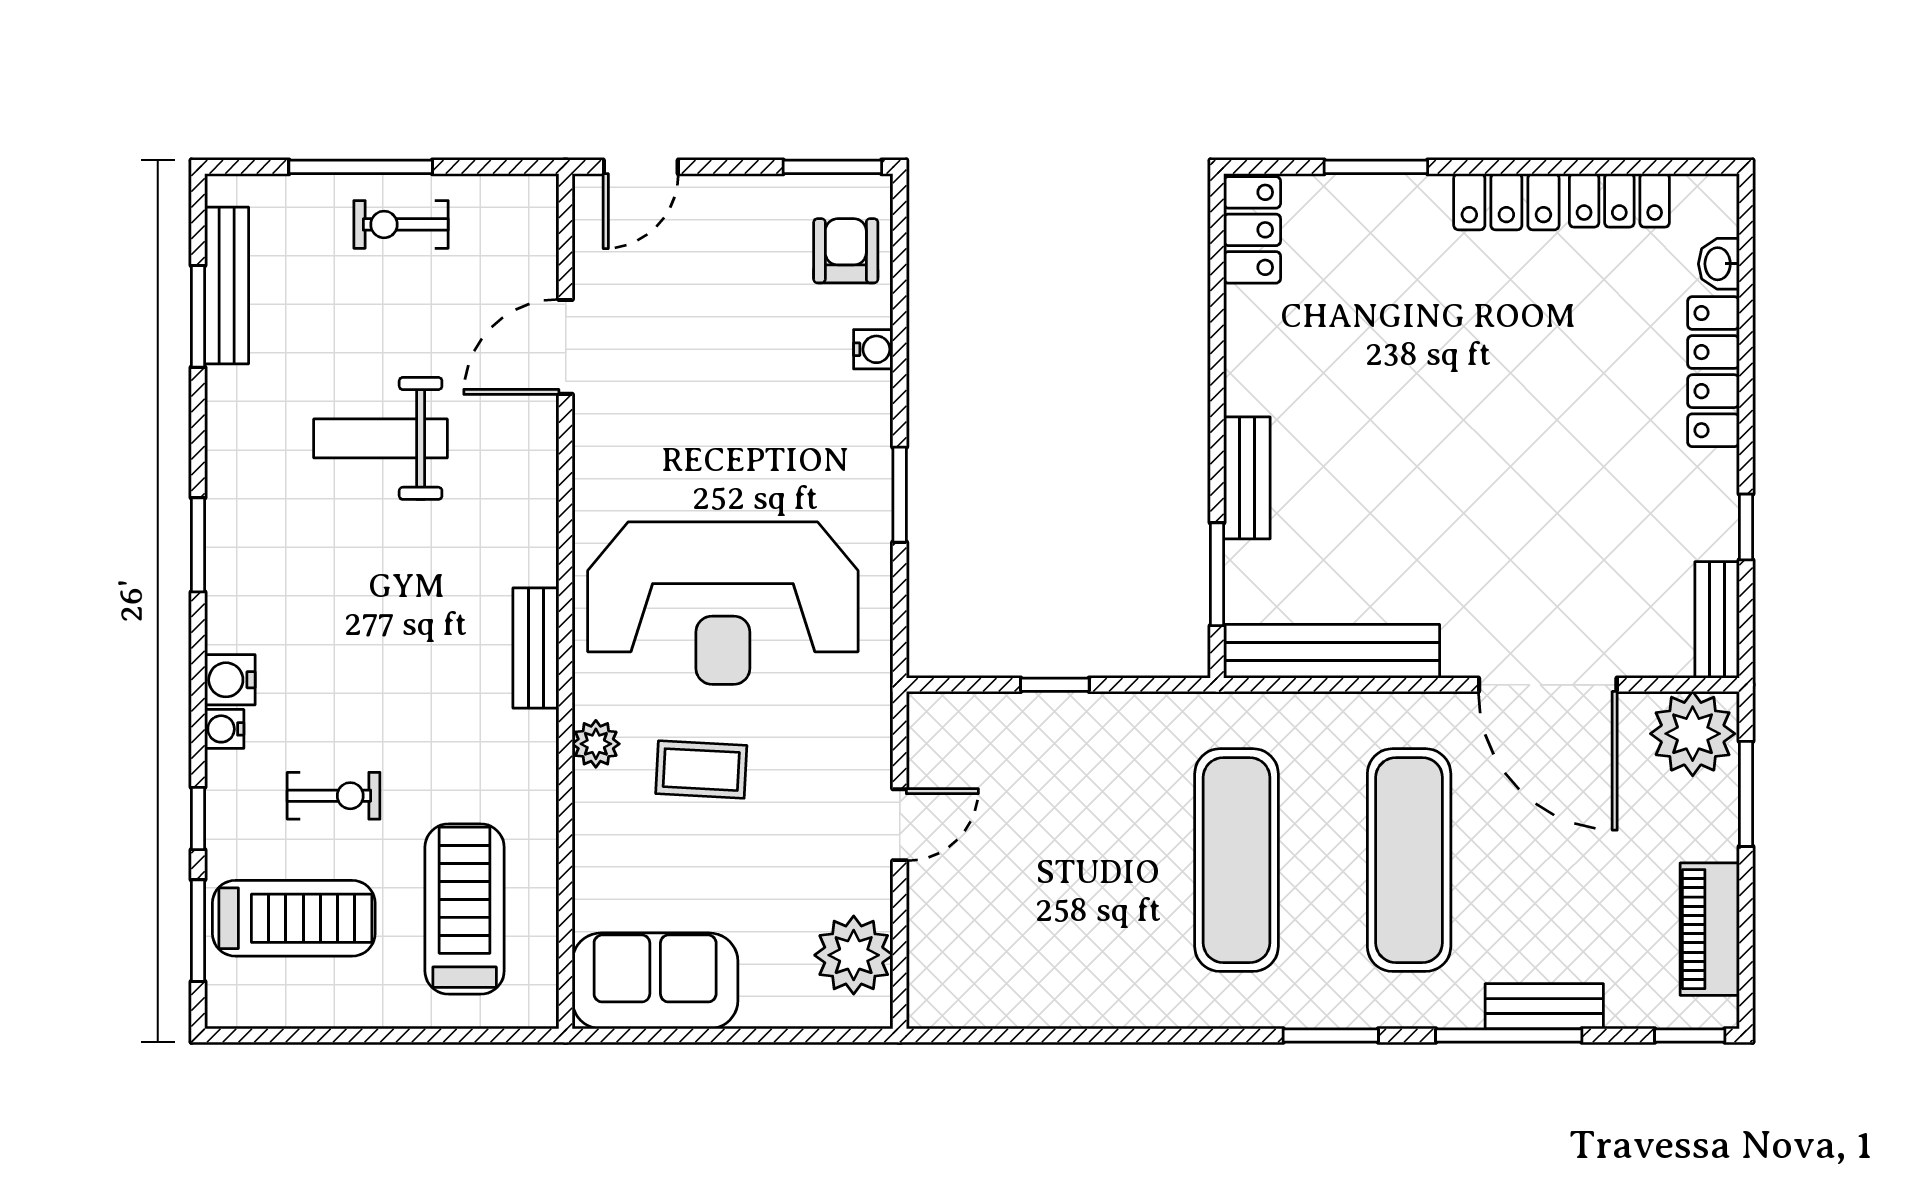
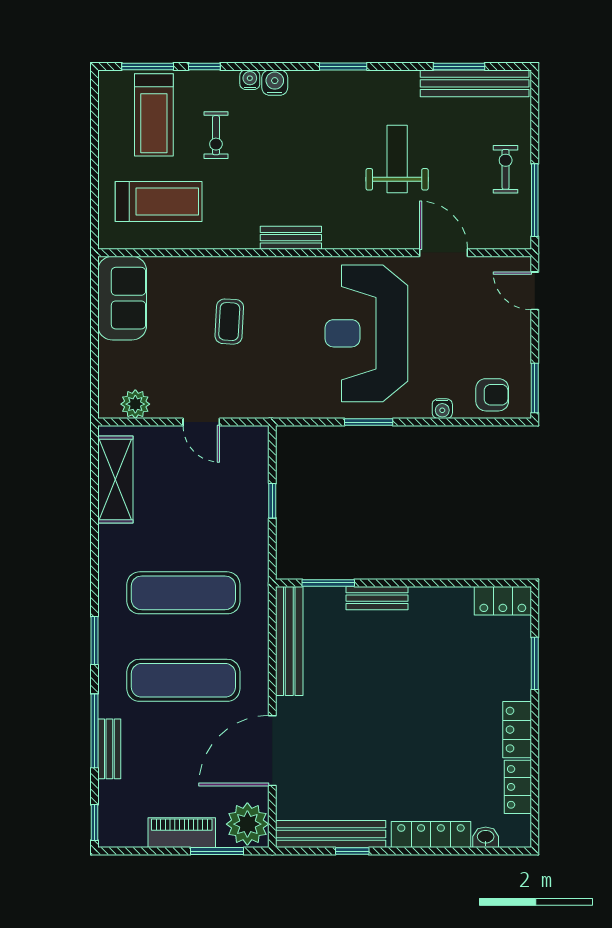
window: (361, 167) -> (535, 200), moved
bench: (227, 286) -> (475, 83), width x1.37, depth x1.21
reception desk: (723, 603) -> (366, 333), moved
bench: (1717, 620) -> (331, 834), width x1.86, depth x1.21
plant: (596, 744) -> (242, 268), removed
piano: (1710, 929) -> (182, 833), moved
plant: (854, 955) -> (135, 404), width x0.73, depth x0.73
shelving: (1013, 994) -> (115, 479), added

